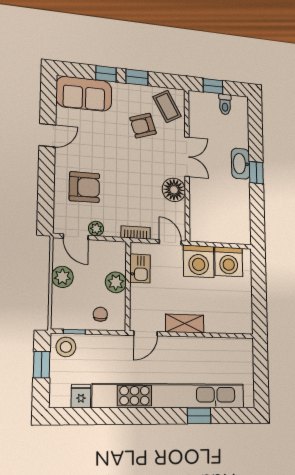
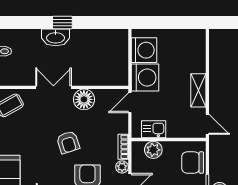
armchair: (143, 126) -> (68, 142), moved
bookcase: (136, 232) -> (123, 147), moved
plant: (116, 282) -> (153, 150), moved
chair: (100, 314) -> (193, 162), width x1.87, depth x1.87

